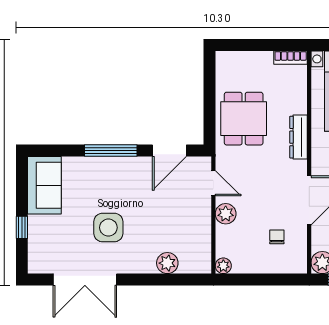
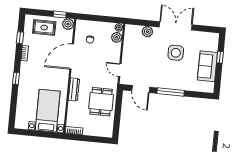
door: (169, 151) -> (141, 89), swing flipped
sofa: (44, 185) -> (207, 66), moved
plant: (226, 214) -> (117, 37), moved
double door: (85, 280) -> (176, 26), moved

